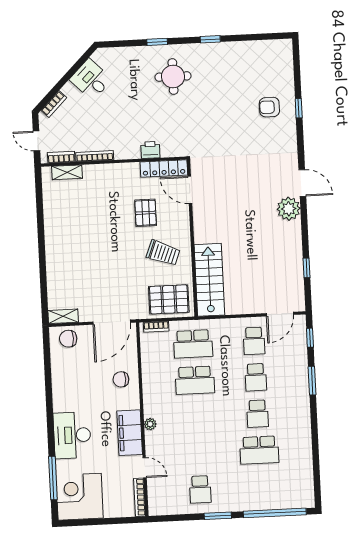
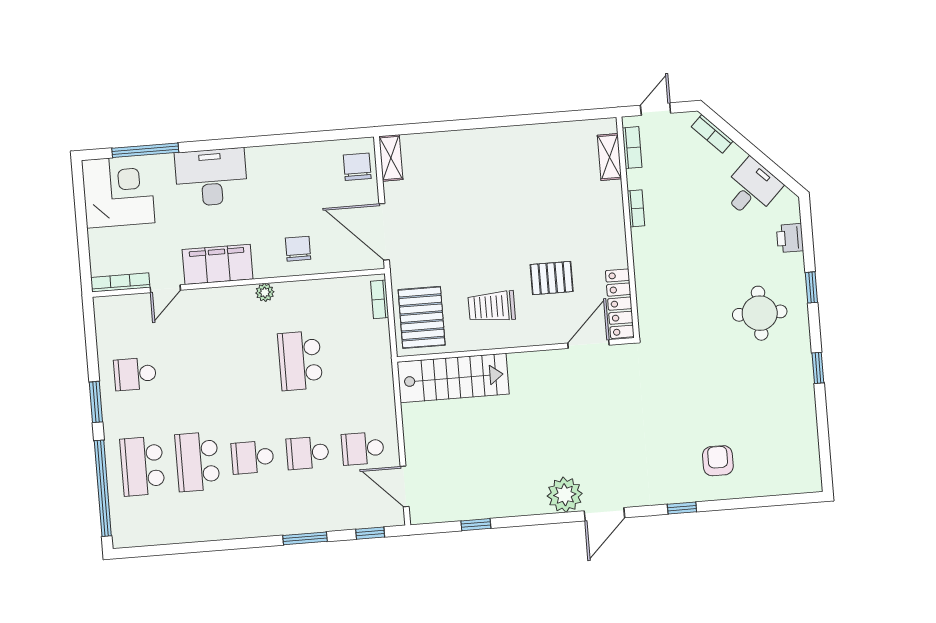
window: (299, 108) -> (682, 508), moved
printer: (150, 150) -> (790, 238), moved, turned 180
bookcase: (95, 156) -> (636, 208), width x0.64
trolley: (163, 253) -> (492, 307), turned 69
school desk: (193, 344) -> (142, 466), moved
plant: (150, 424) -> (265, 292), moved

